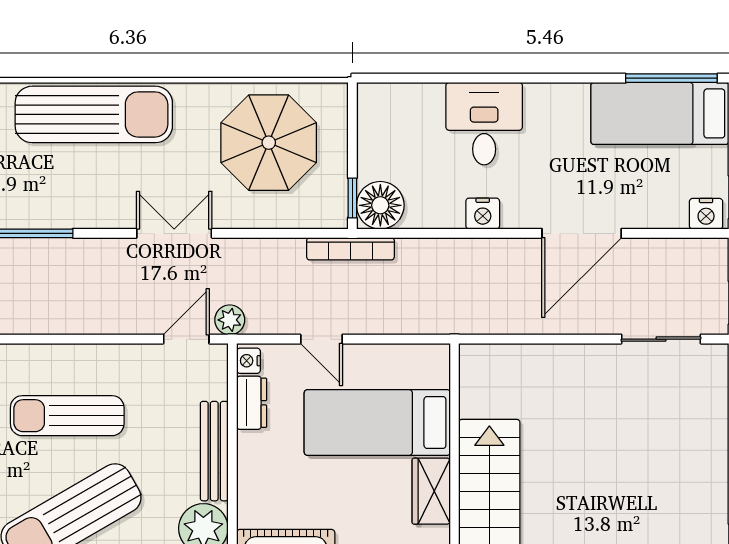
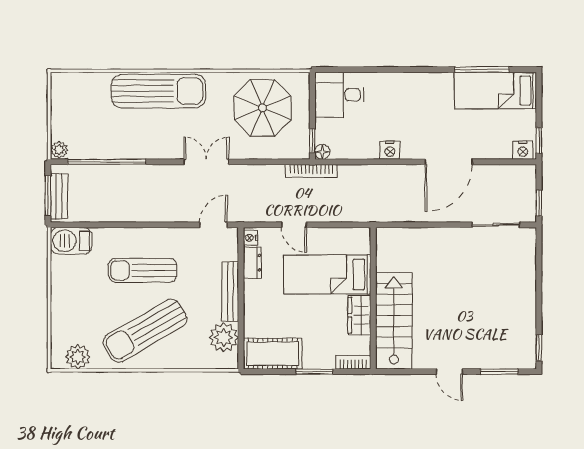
window: (671, 78) -> (482, 70), moved
desk: (484, 124) -> (339, 95), moved, turned -90
floor lamp: (380, 205) -> (322, 152), width x0.53, depth x0.53
plant: (230, 320) -> (239, 213), removed

